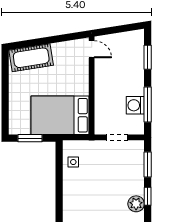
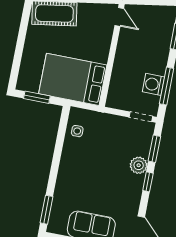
doorway: (117, 137) -> (141, 117), moved
plant: (136, 204) -> (139, 165), moved

